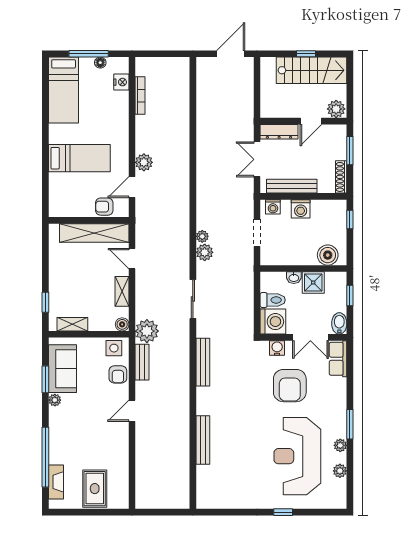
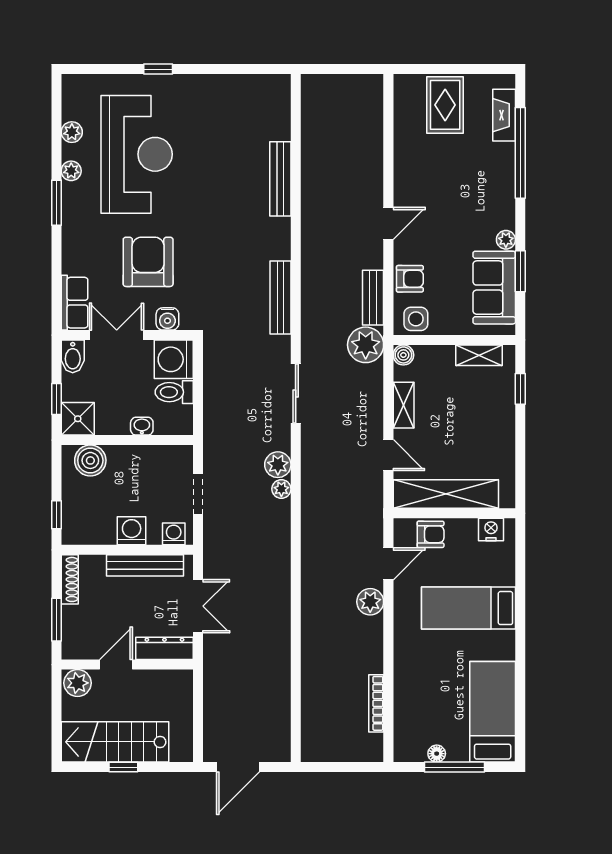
nightstand: (121, 82) -> (491, 530), moved, turned 90
shower: (313, 283) -> (78, 419), moved
armchair: (118, 374) -> (410, 279), turned 90

